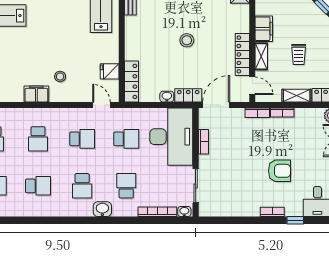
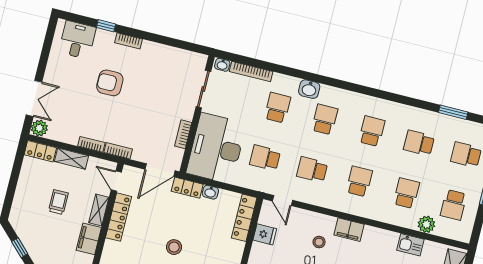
school desk: (38, 186) -> (372, 131), turned 90
school desk: (126, 186) -> (278, 108), turned 180

